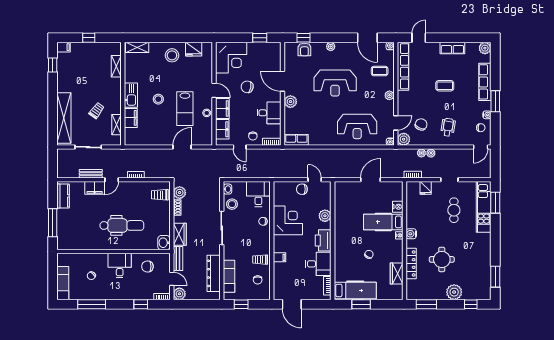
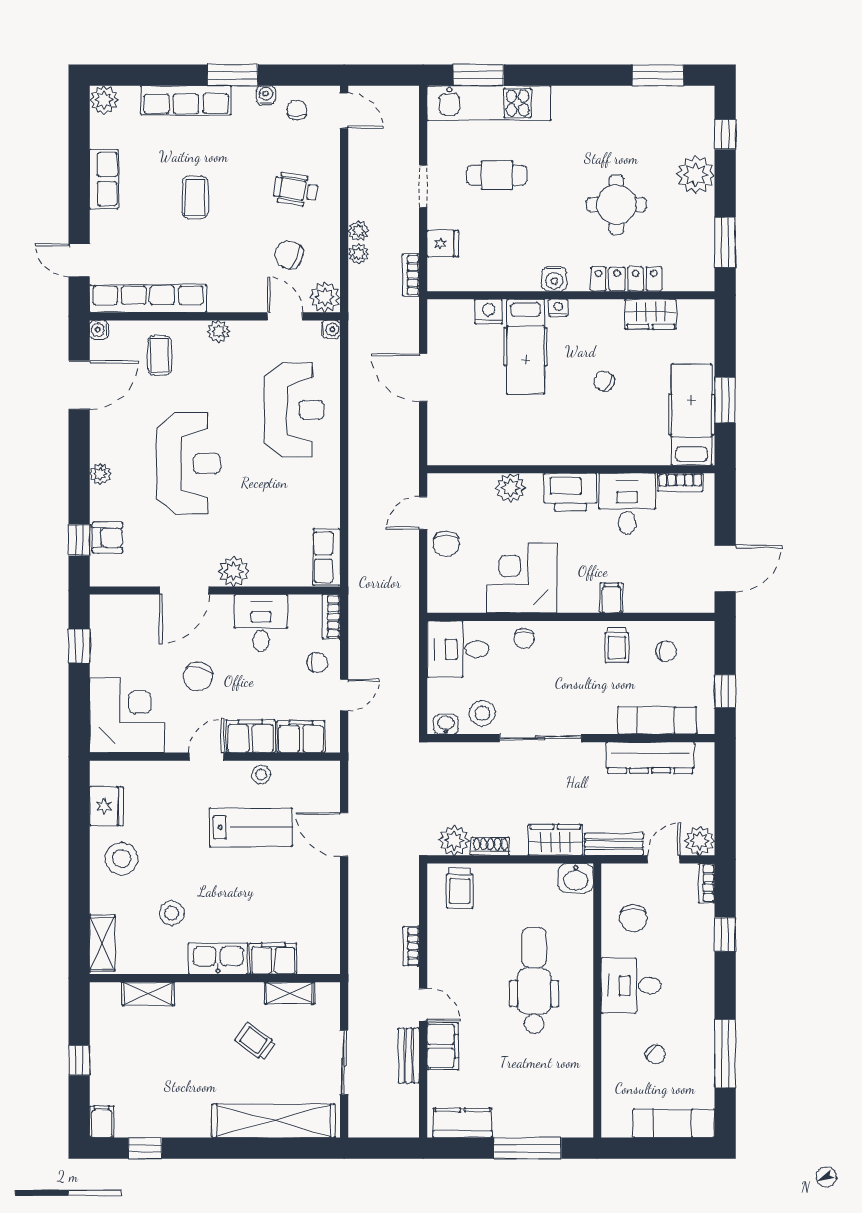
stool: (158, 99) -> (172, 913), moved

